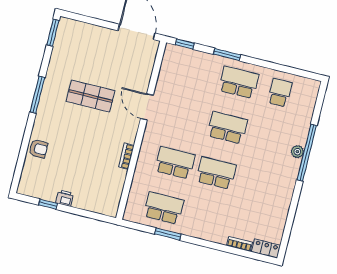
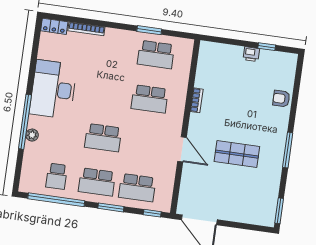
window: (283, 68) -> (56, 200), added
plant: (297, 152) -> (32, 135), moved
school desk: (216, 173) -> (137, 188), moved
desk: (274, 183) -> (53, 89), added
bookcase: (239, 244) -> (86, 29), width x1.56

